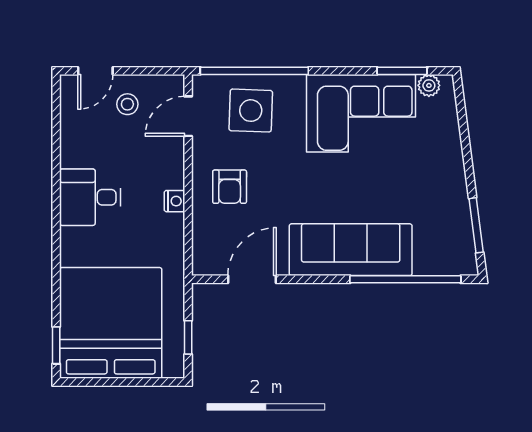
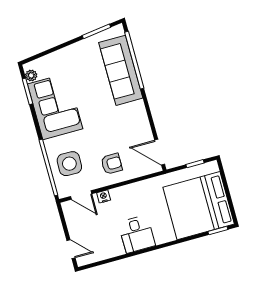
stool: (127, 104) -> (84, 228), removed
nightstand: (175, 201) -> (104, 196), moved
sofa: (351, 250) -> (121, 70), moved
door: (252, 279) -> (160, 152), moved

